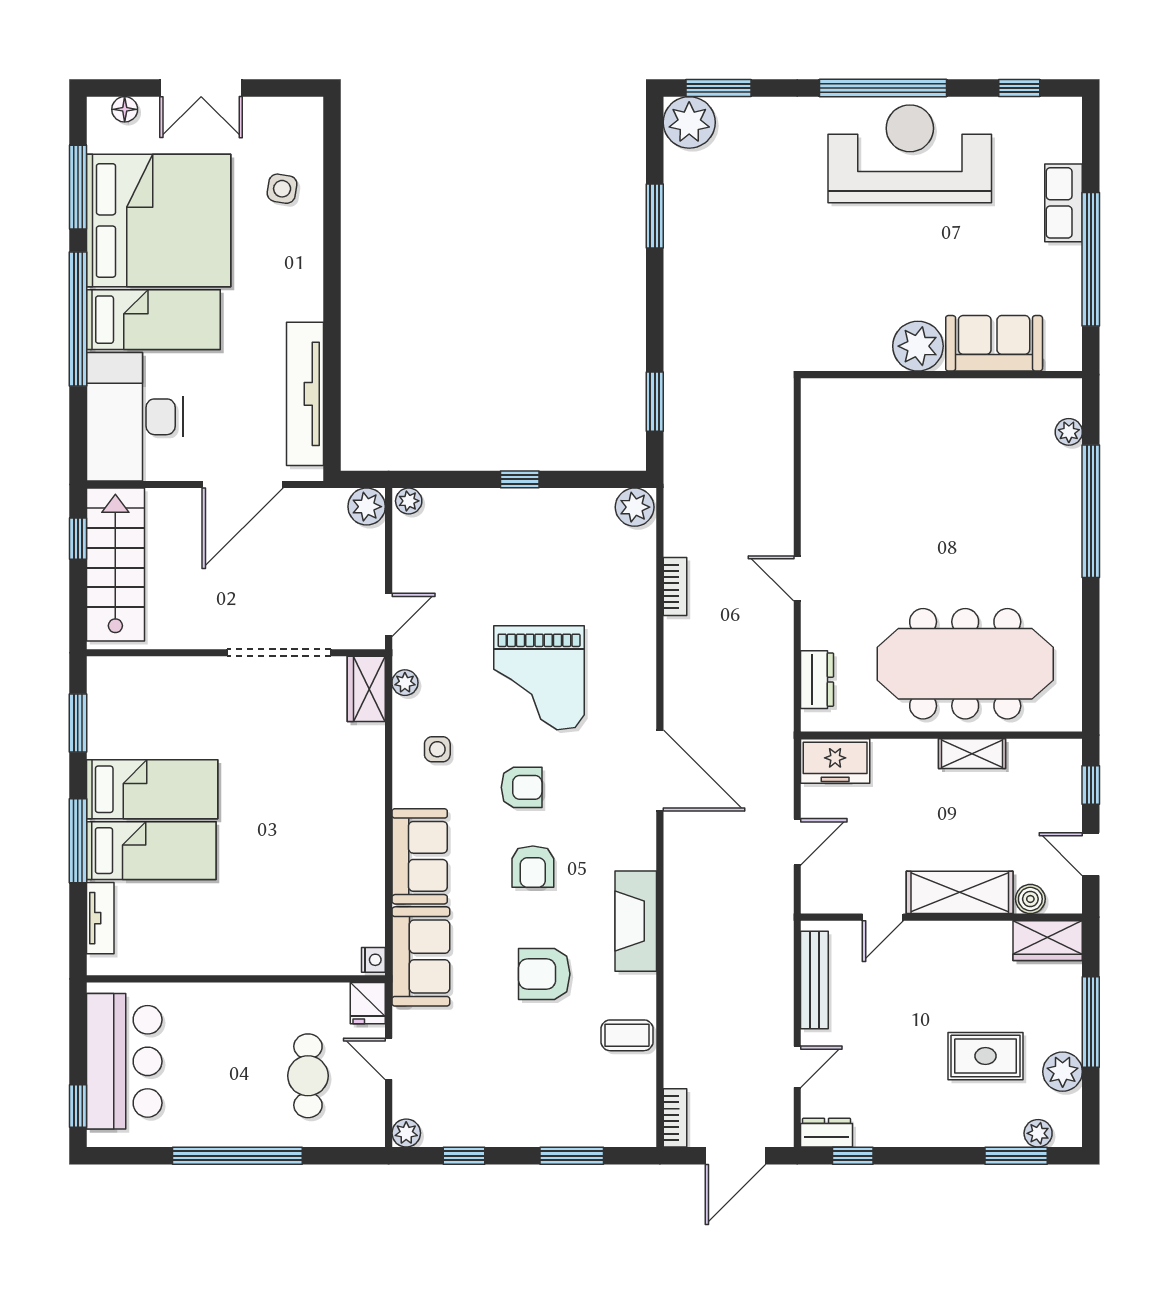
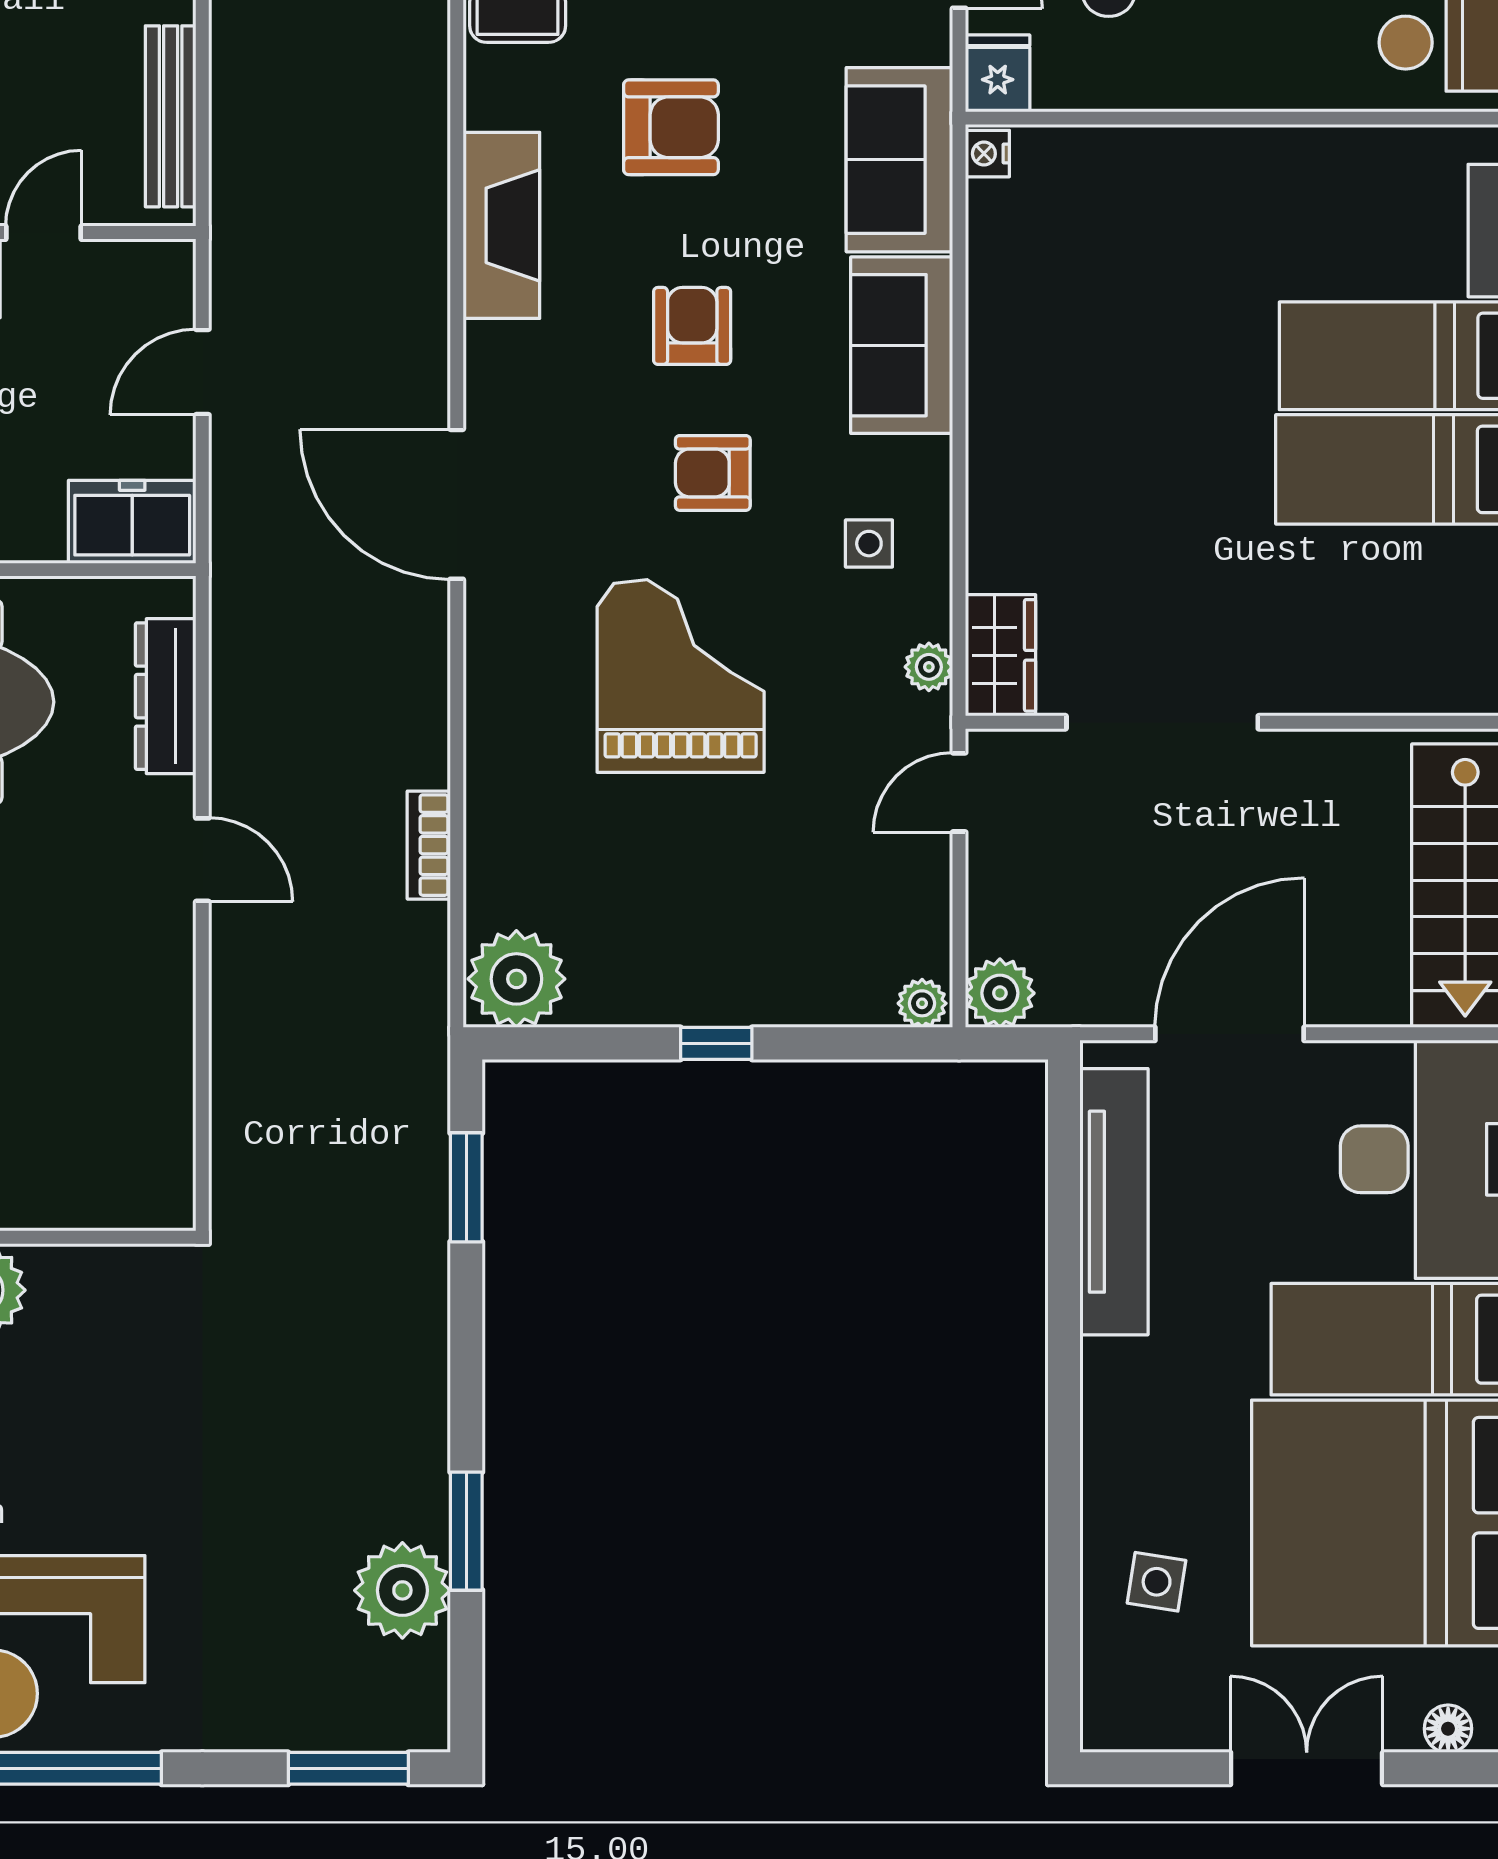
plant: (689, 122) -> (402, 1590), moved
plant: (635, 507) -> (516, 979), width x1.36, depth x1.36
dresser: (817, 680) -> (166, 696), width x1.44

